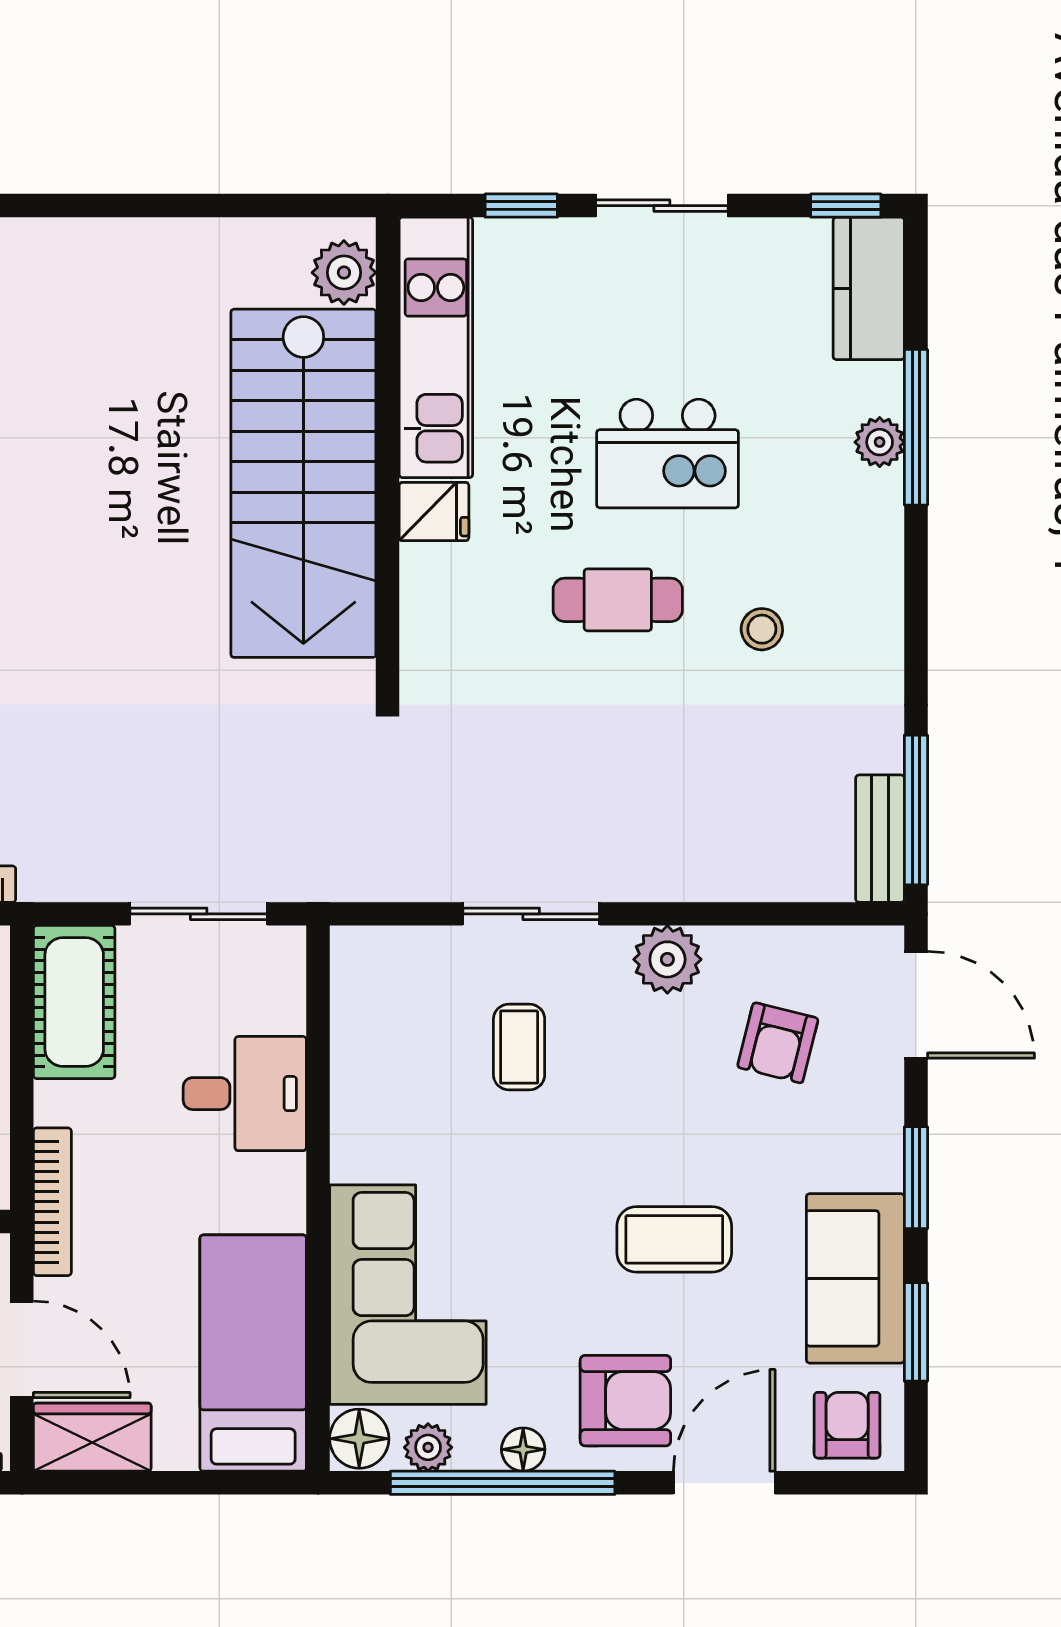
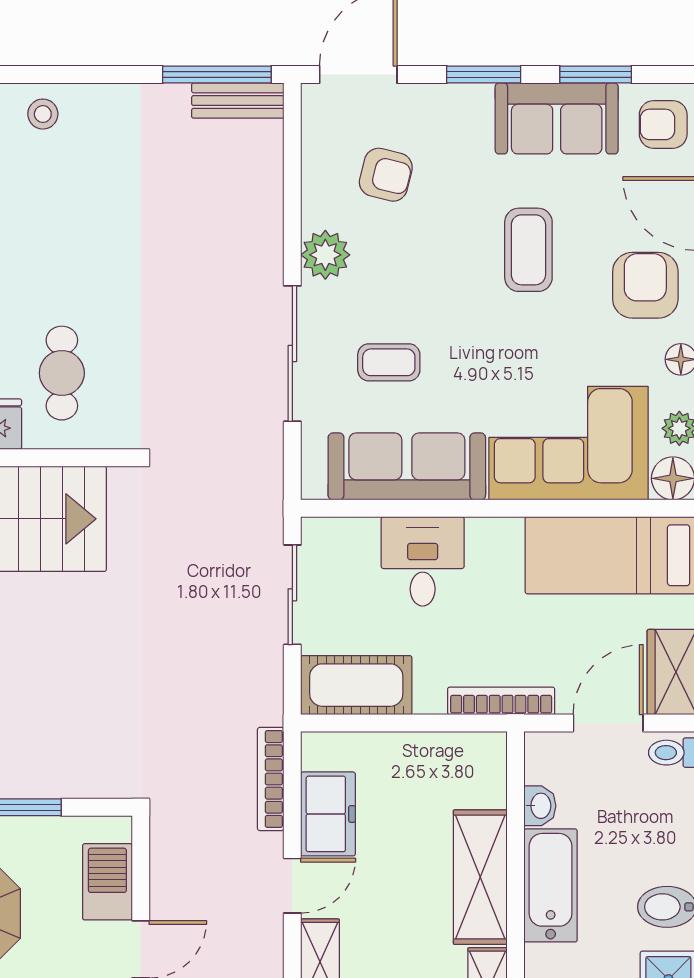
cafe table: (618, 600) -> (62, 373), moved
stool: (762, 629) -> (43, 114), moved
sliding door: (531, 914) -> (292, 354), width x1.37
sofa: (376, 1072) -> (407, 466), added

